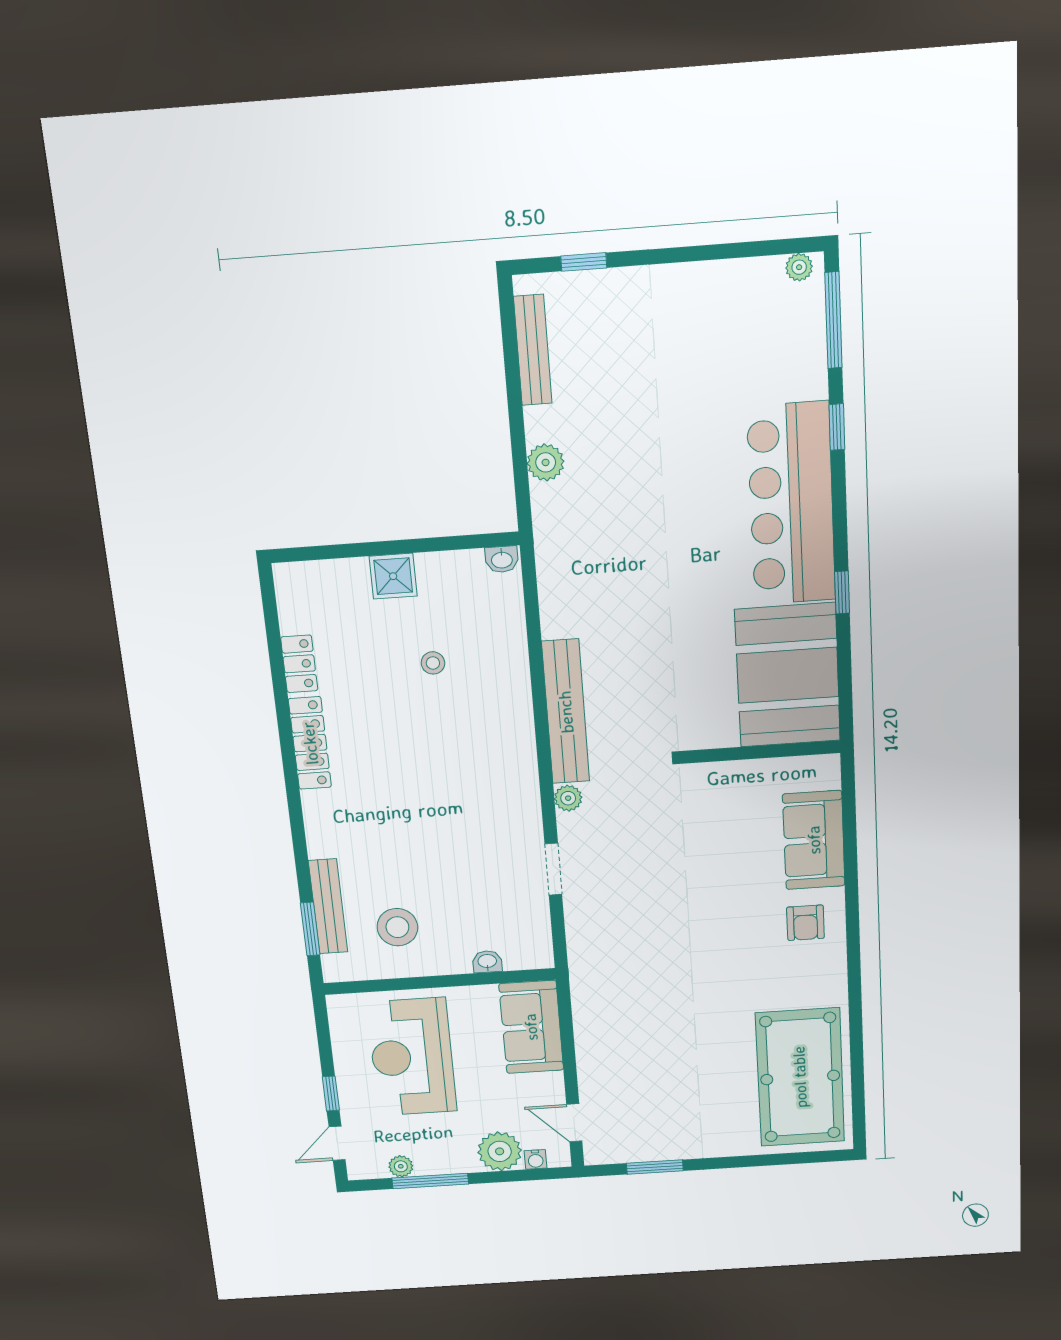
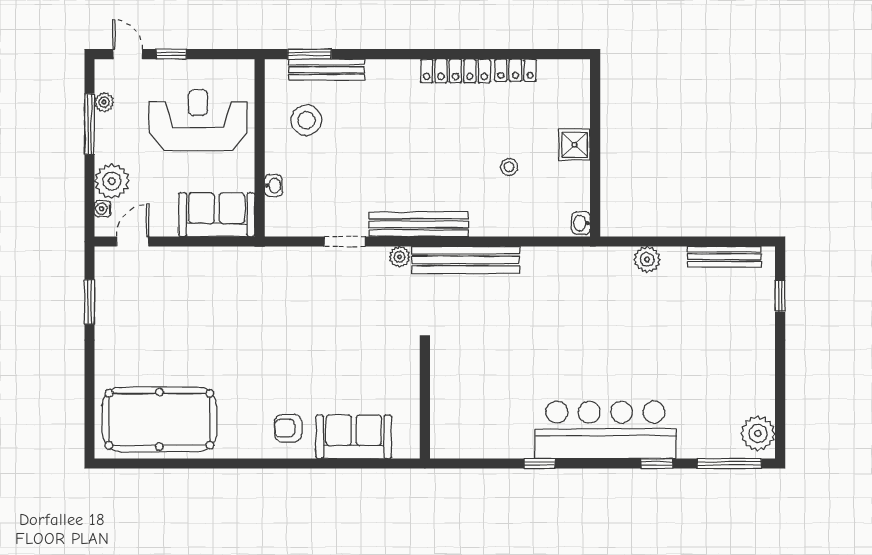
plant: (799, 267) -> (758, 433), width x1.88, depth x1.88
booth: (788, 675) -> (481, 422), removed
bench: (522, 777) -> (419, 224), added

